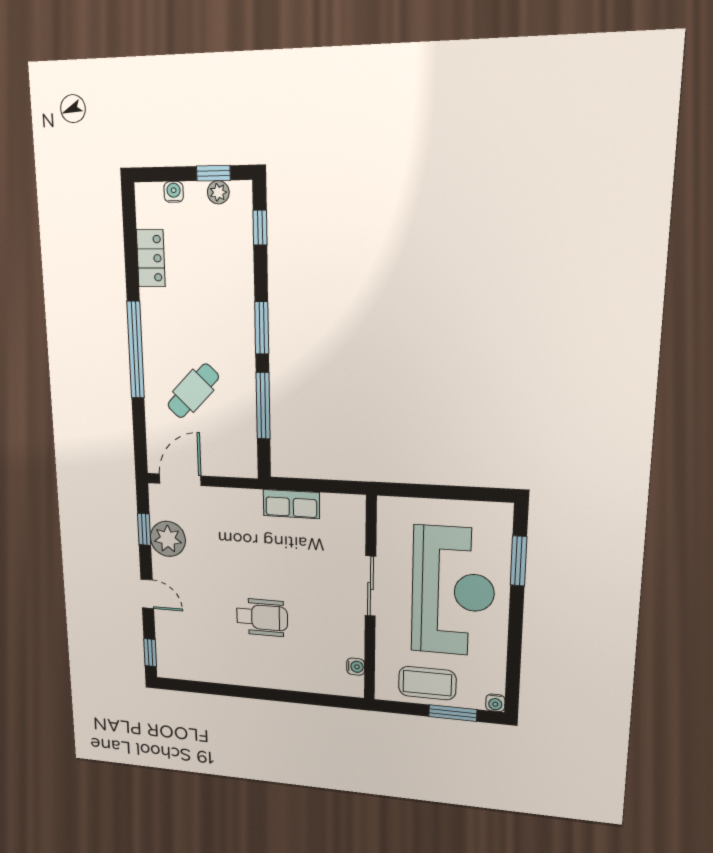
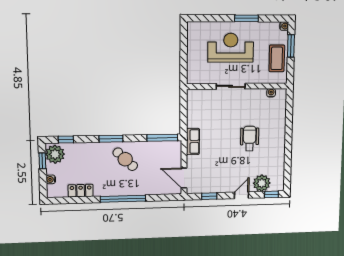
plant: (218, 192) -> (55, 154), width x1.88, depth x1.88
cafe table: (193, 391) -> (125, 159), moved
window: (263, 406) -> (162, 138), moved
row of seats: (291, 504) -> (193, 142), moved
plant: (168, 539) -> (262, 183), moved
window: (519, 561) -> (246, 18), moved
reception desk: (453, 591) -> (231, 48), width x0.74, depth x0.77

